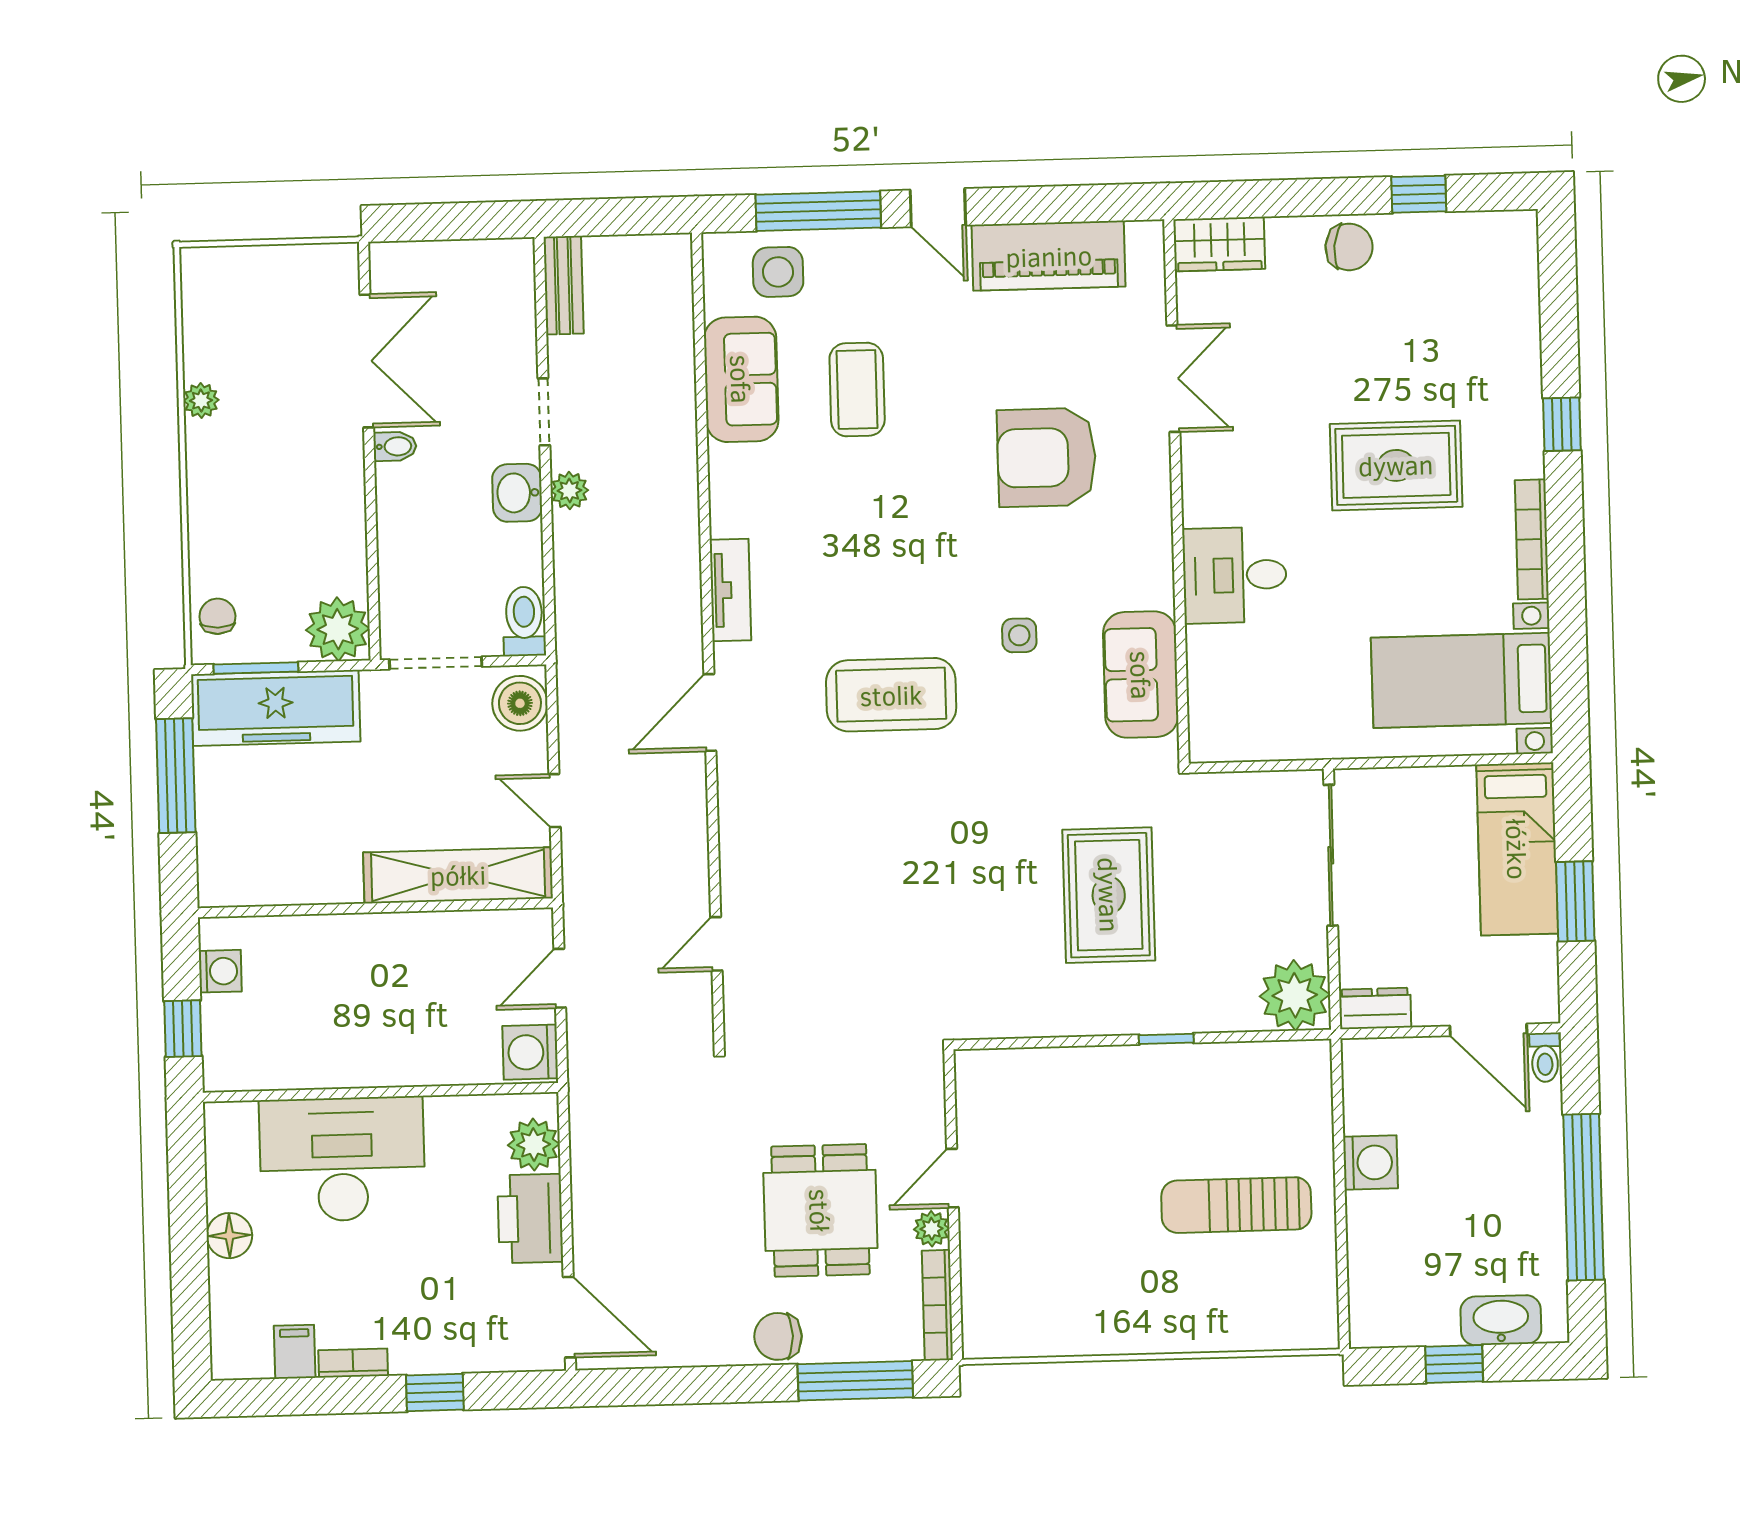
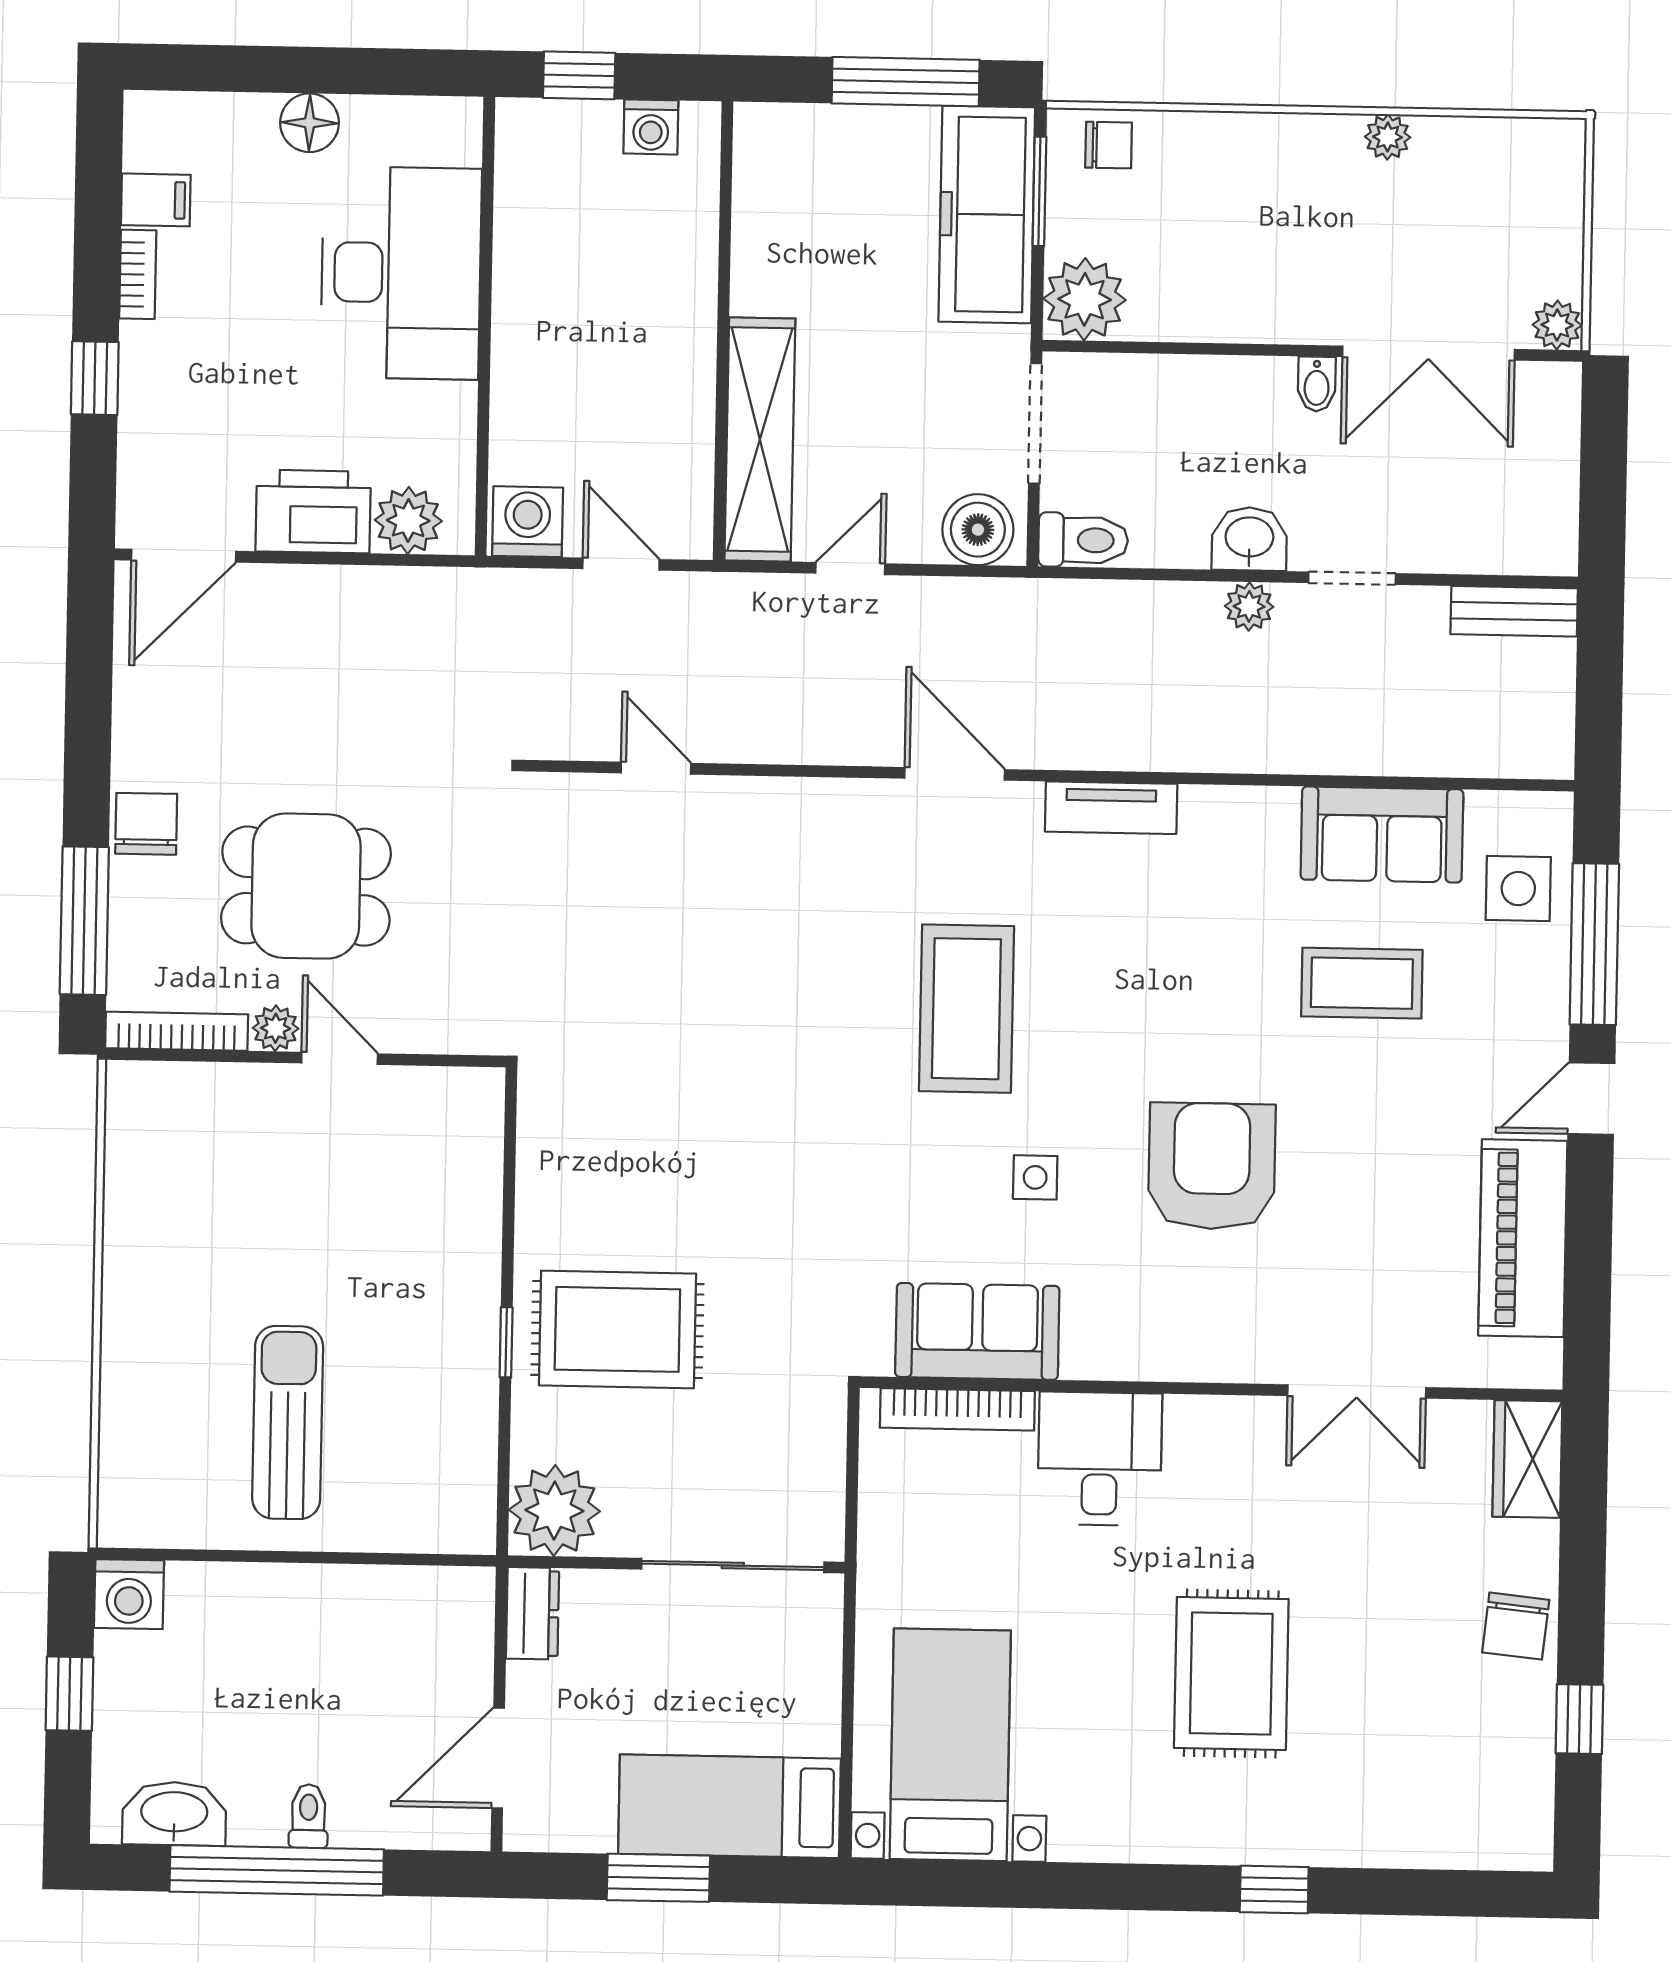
plant: (340, 262) -> (1557, 325), added
armchair: (1047, 457) -> (1212, 1166), moved
bookcase: (1532, 539) -> (957, 1409), moved, turned 180
rug: (1109, 895) -> (617, 1329), moved
toilet: (1545, 1057) -> (308, 1816), moved, turned 90
washing machine: (1370, 1163) -> (129, 1594), moved
washbasin: (1501, 1320) -> (174, 1814), moved, turned -90

